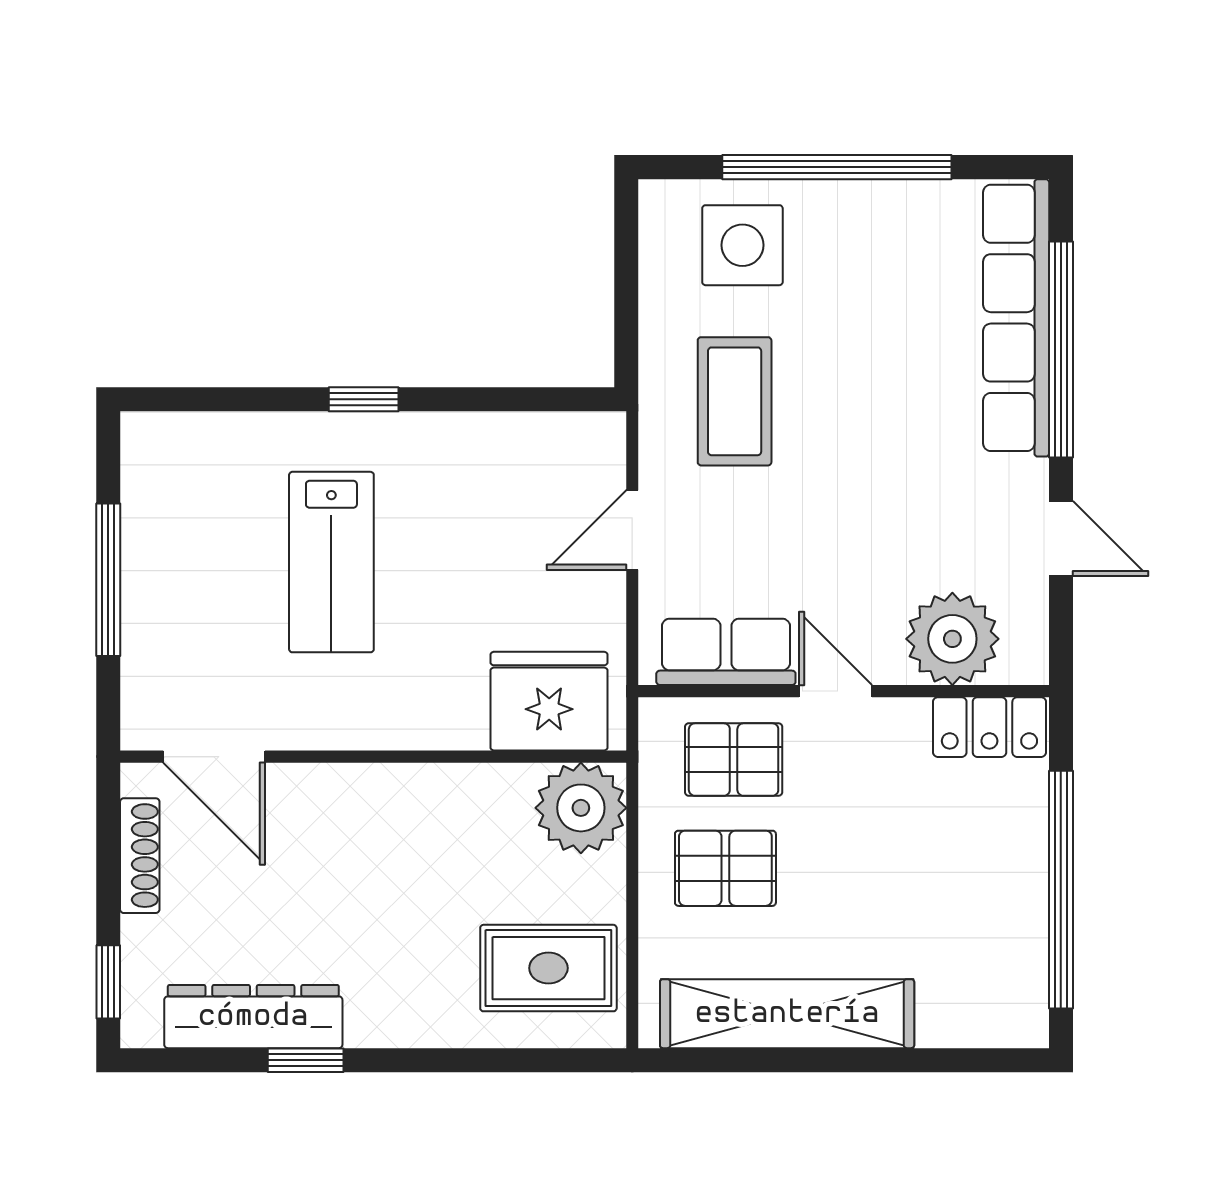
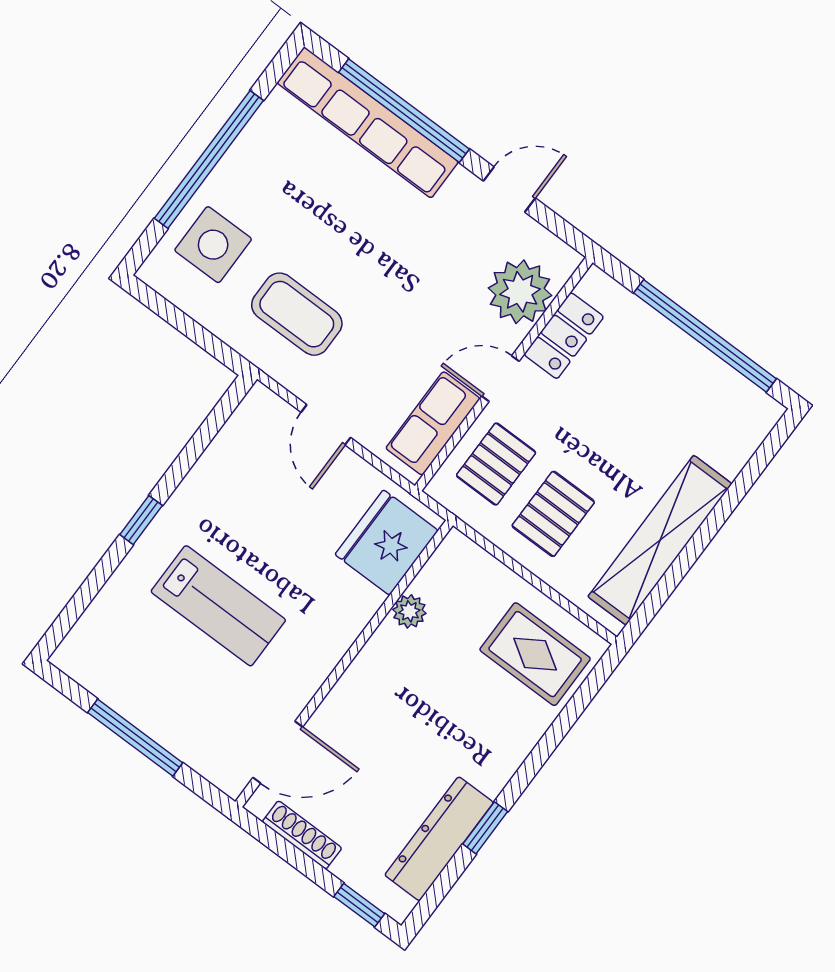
locker: (989, 727) -> (564, 336), moved
plant: (581, 808) -> (409, 611), moved, width x0.53, depth x0.53
rug: (548, 968) -> (535, 654), turned 90

